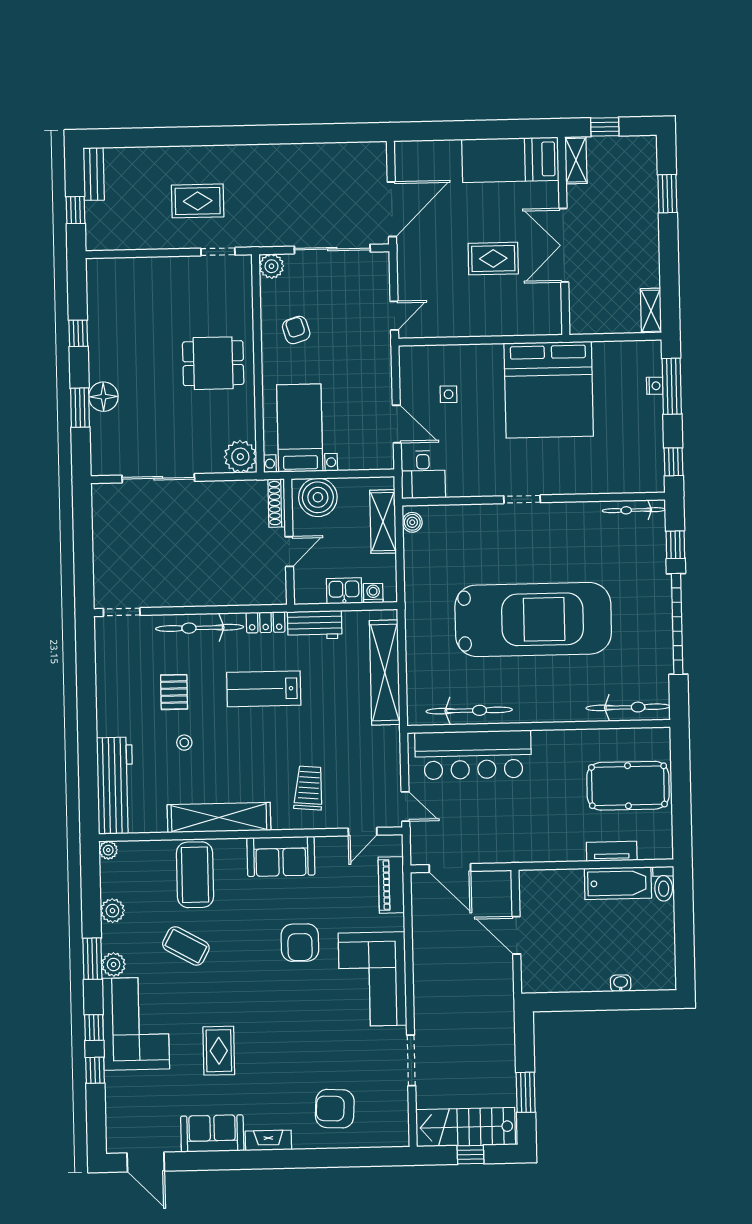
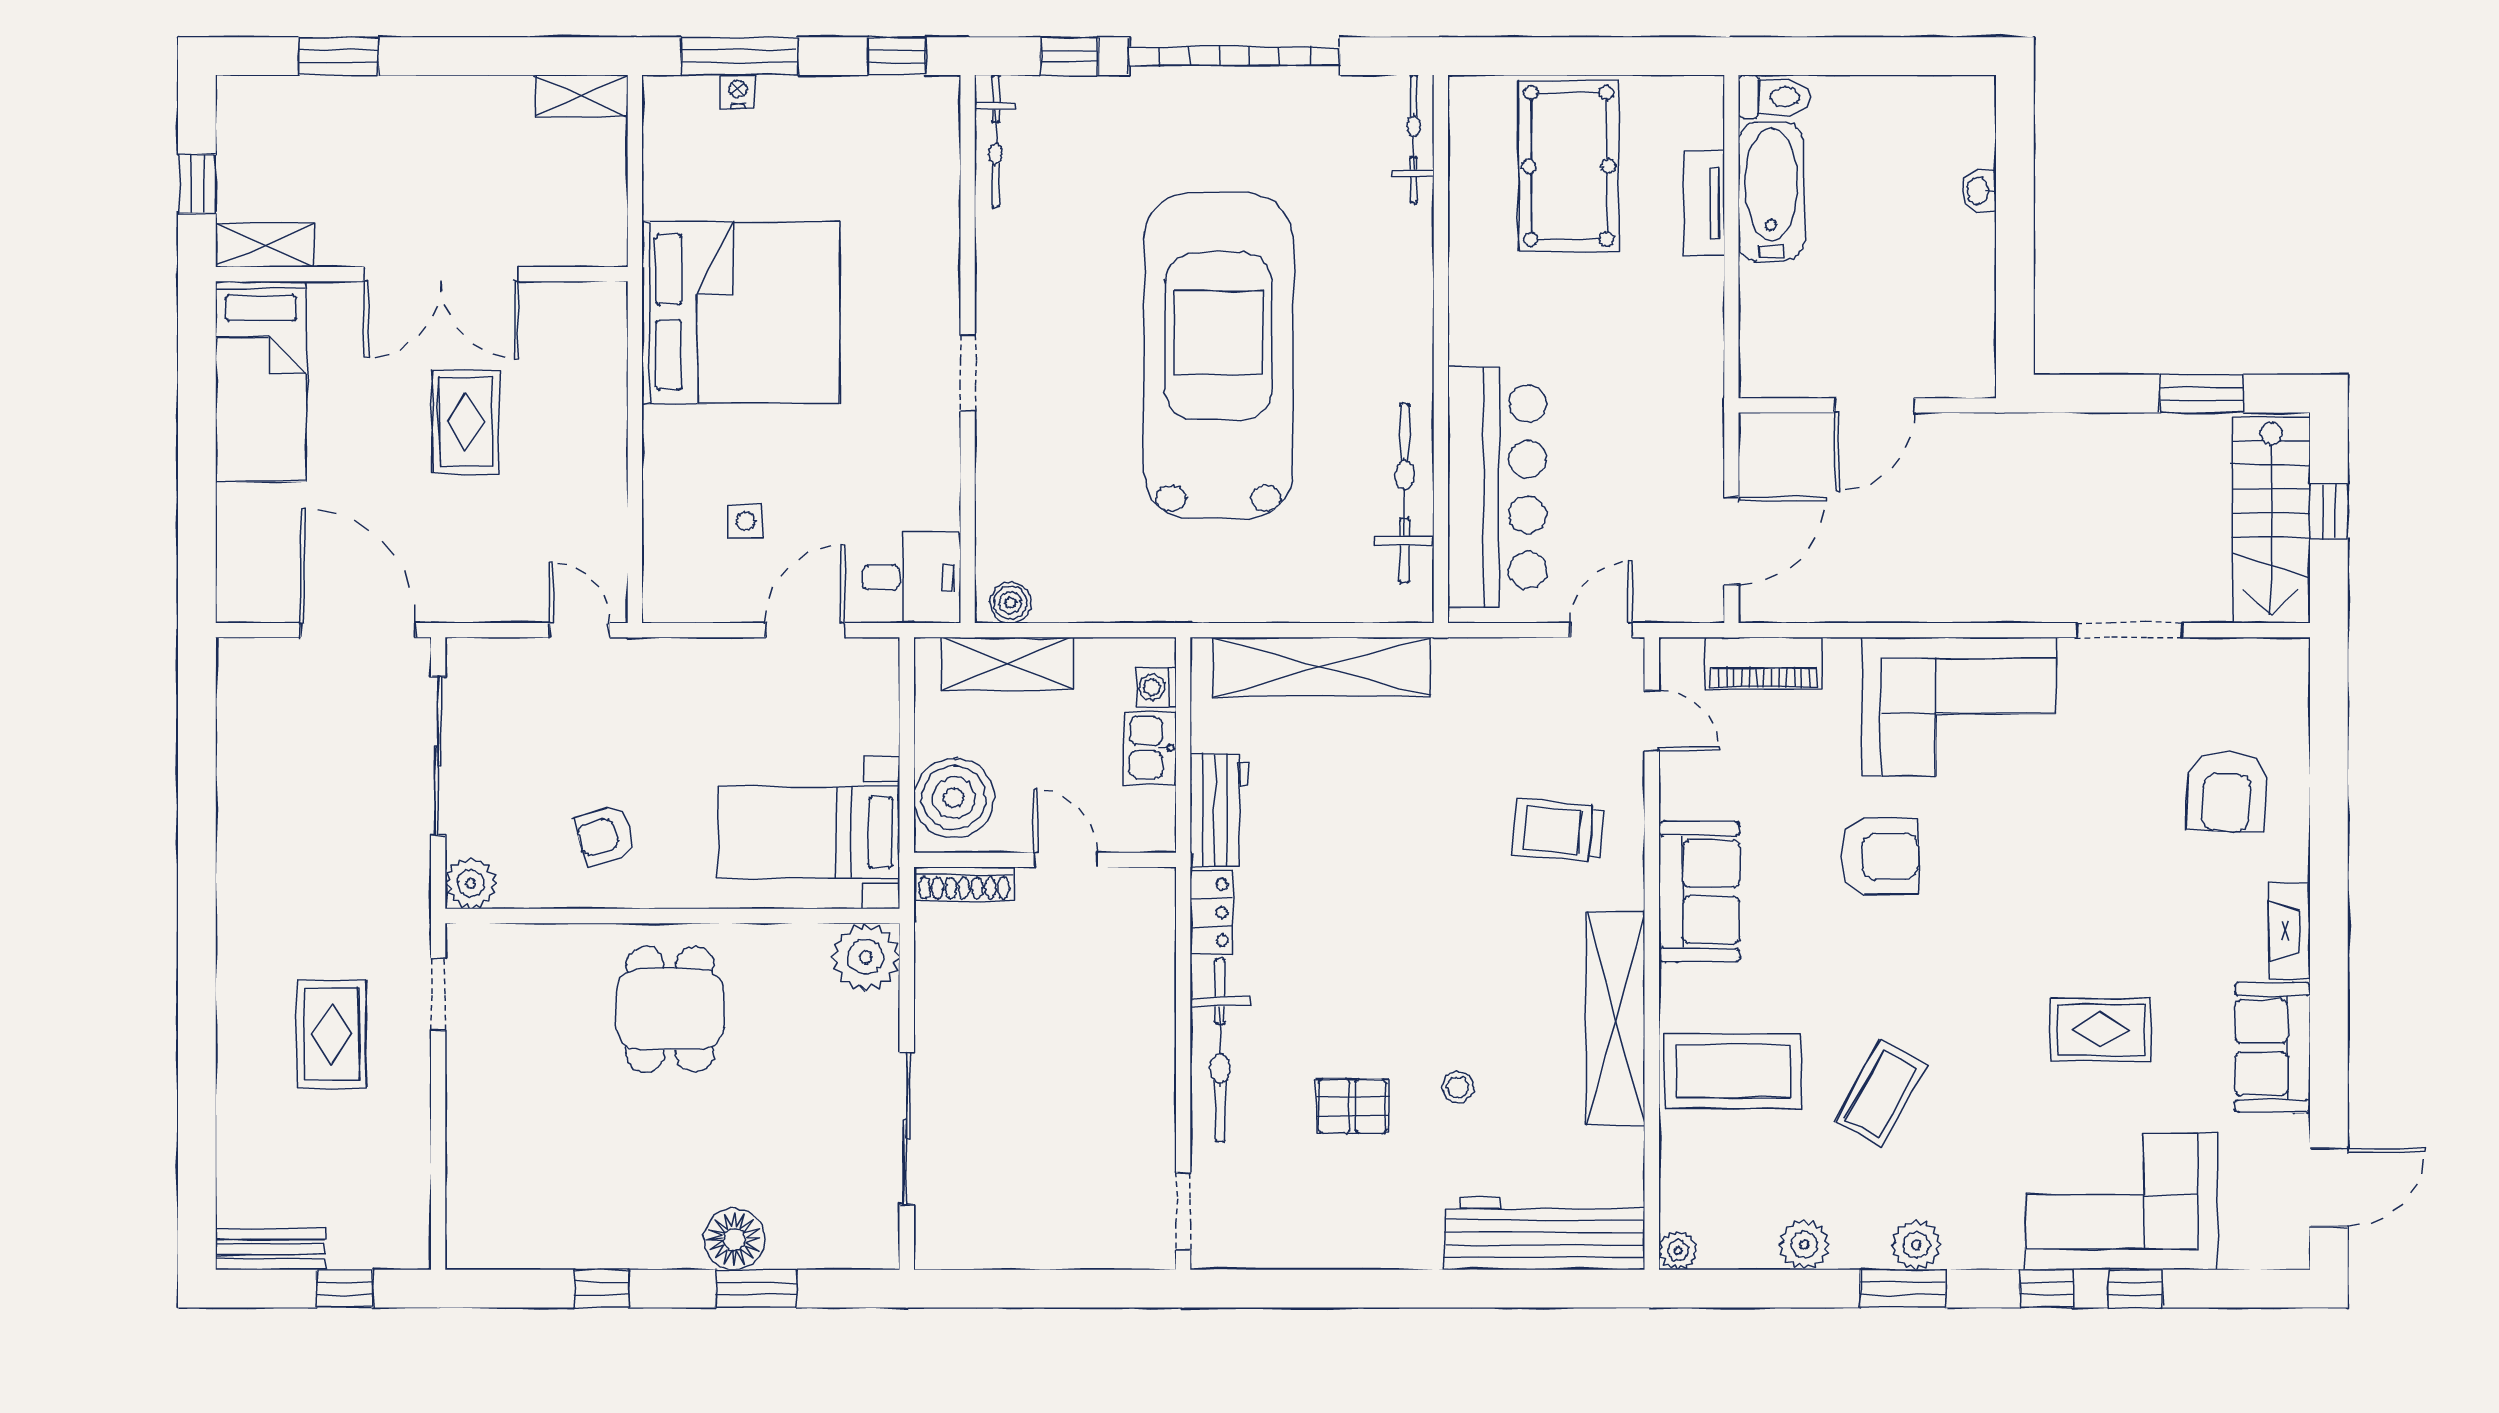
lab bench: (264, 689) -> (1350, 919), removed
bicycle: (628, 707) -> (1414, 139), width x0.73, depth x0.71
corner sofa: (136, 1024) -> (2121, 1202), moved

